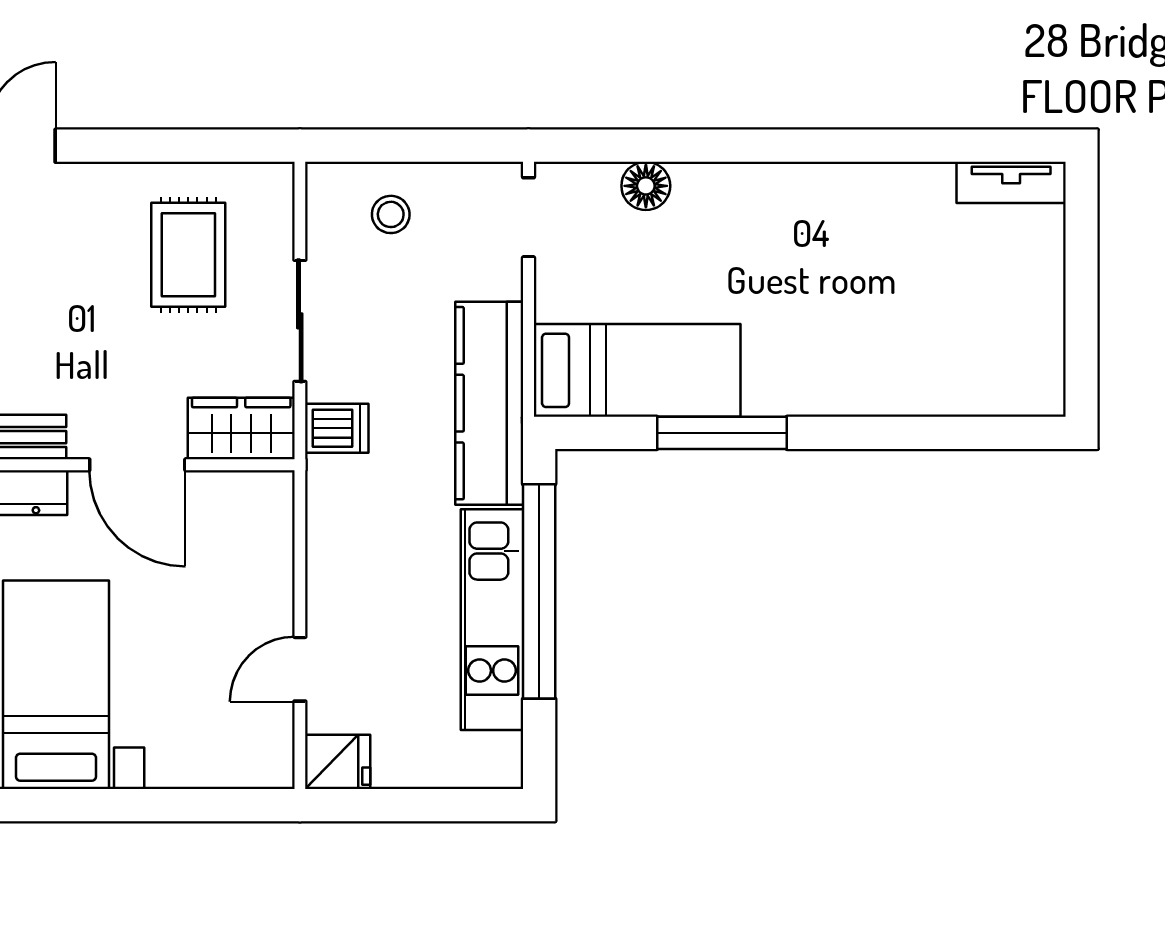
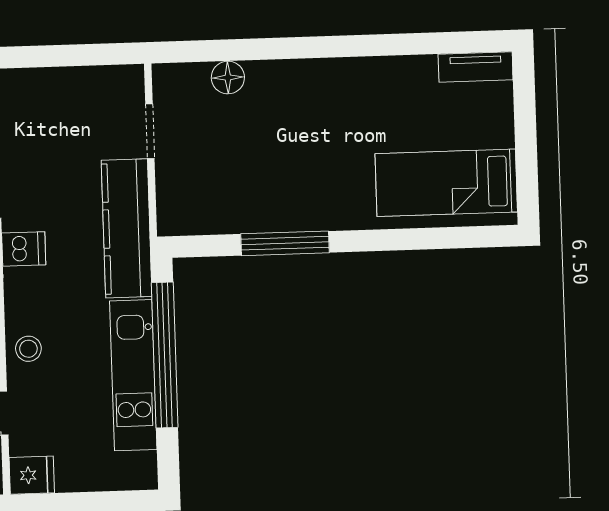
stool: (391, 214) -> (28, 349), moved
doorway: (528, 217) -> (150, 131), moved
bed: (637, 370) -> (446, 183), moved, turned 180

